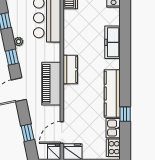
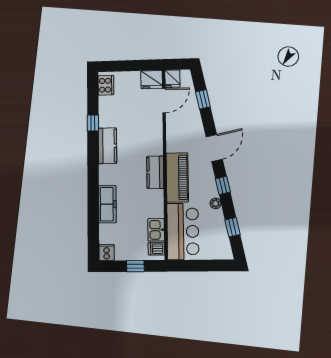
piano: (51, 84) -> (177, 177), moved
kitchen counter: (112, 94) -> (107, 146), width x0.67
kitchen sink: (113, 128) -> (156, 230), moved, turned 180

